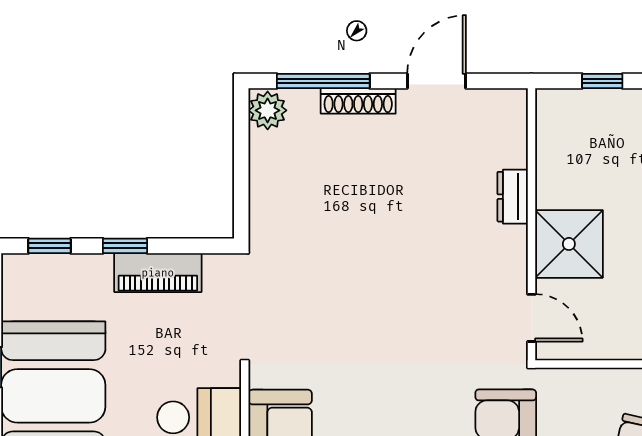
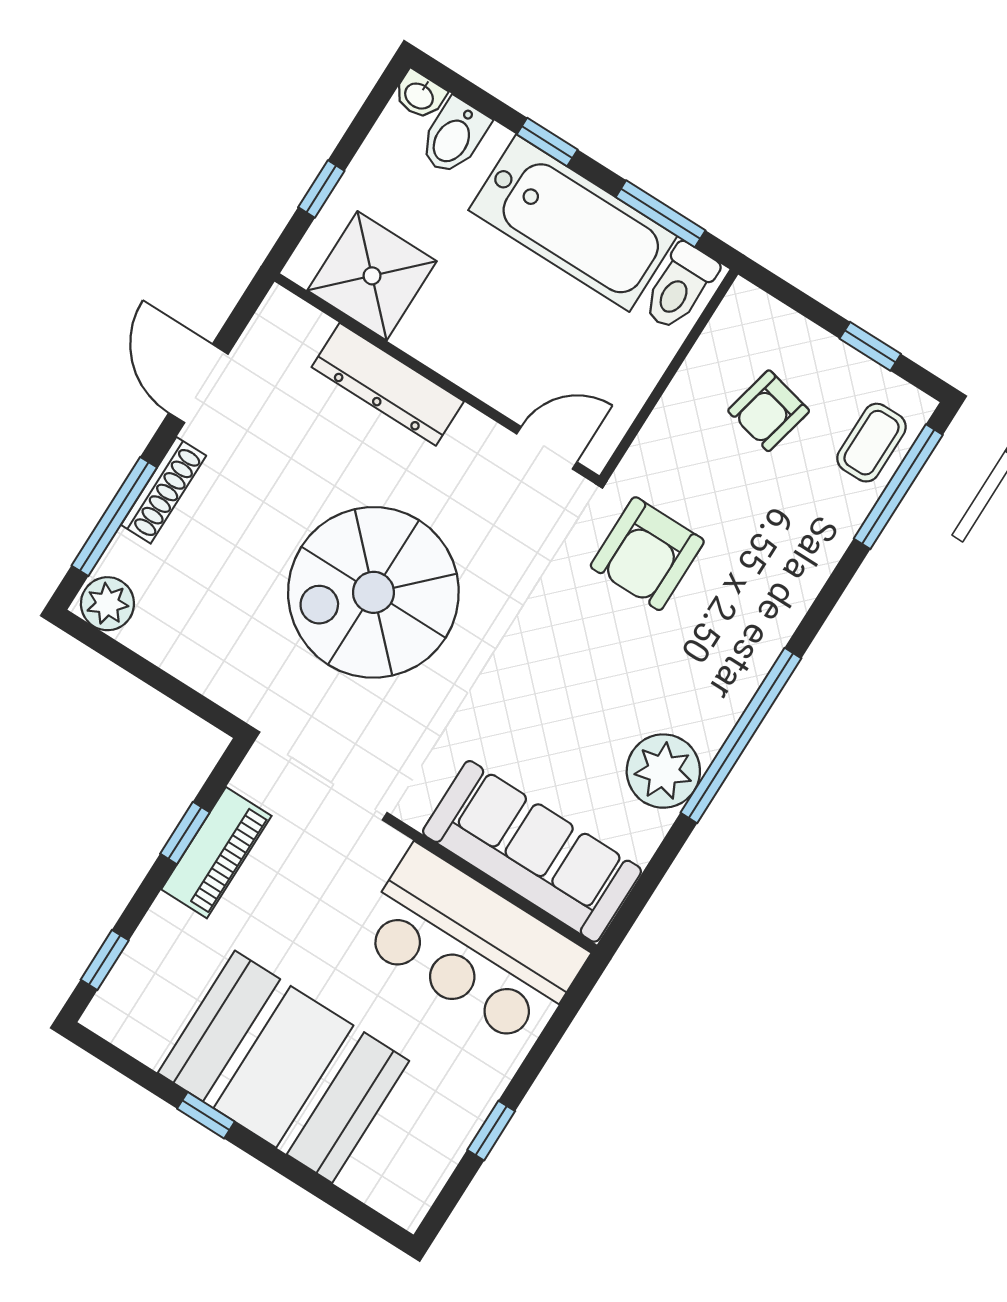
dresser: (513, 197) -> (388, 384), width x1.96, depth x1.24
shower: (569, 244) -> (372, 276), moved
window: (125, 246) -> (185, 833), moved
spiral stairs: (377, 268) -> (373, 592), added

